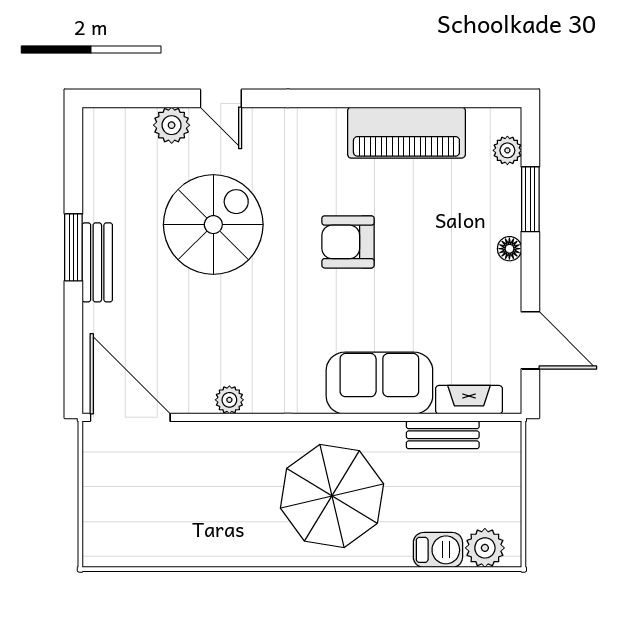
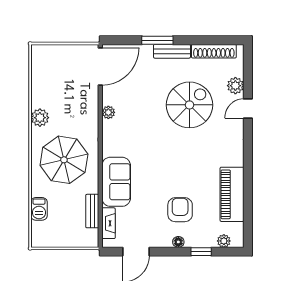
shoe rack: (97, 172) -> (214, 51), added
window: (530, 199) -> (201, 252), width x0.67
spiral stairs: (213, 225) -> (189, 105), turned -90
armchair: (348, 242) -> (180, 210), moved
window: (73, 247) -> (157, 40), moved
plant: (485, 548) -> (40, 118), moved

